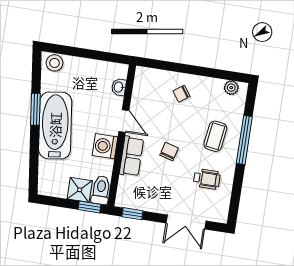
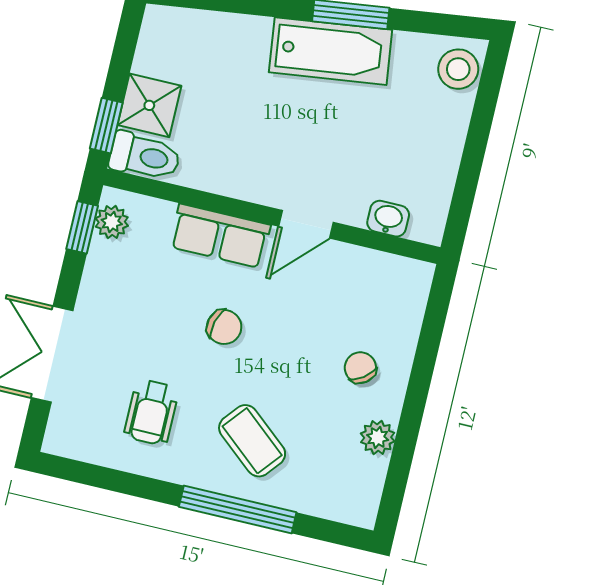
plant: (231, 88) -> (378, 437), moved
bathtub: (55, 125) -> (331, 51), width x0.73, depth x0.73
coffee table: (215, 136) -> (252, 441), turned 32
washing machine: (105, 146) -> (249, 174), removed
plant: (129, 202) -> (112, 222), added

